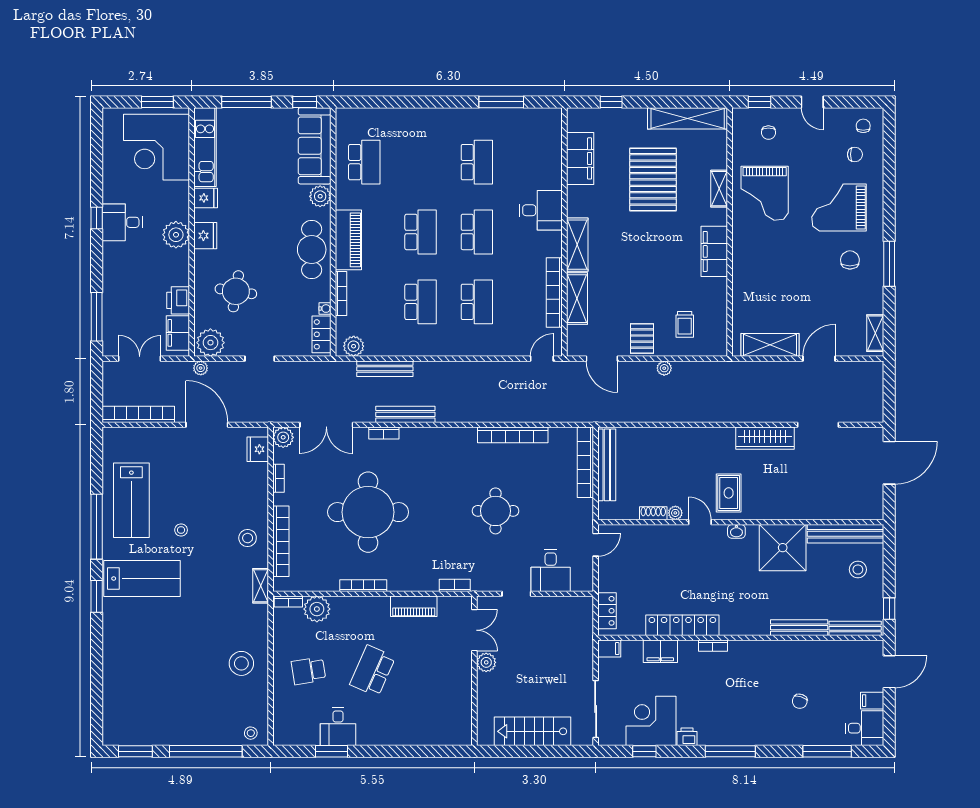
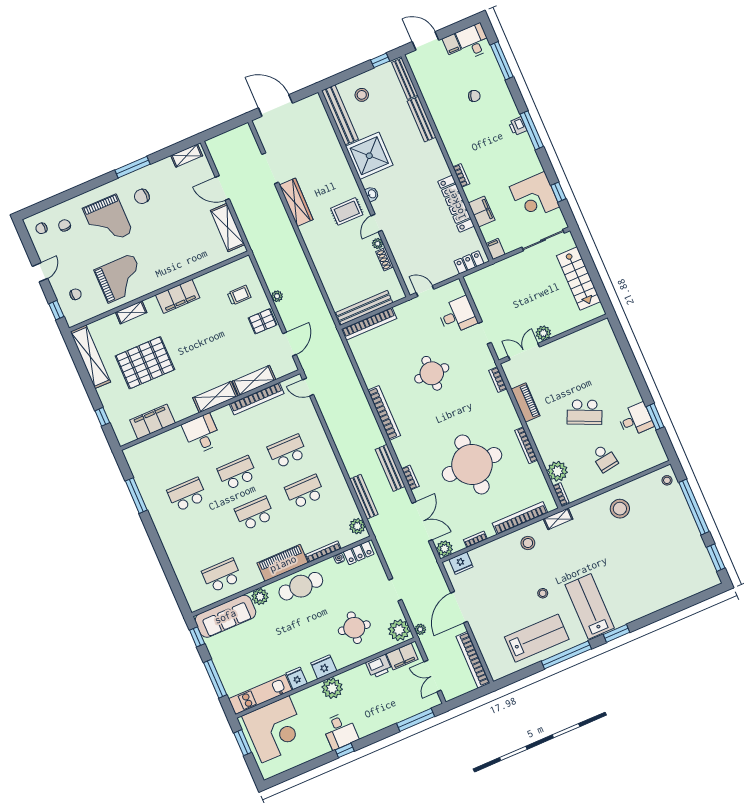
bookcase: (513, 435) -> (384, 413), moved
printer: (687, 737) -> (518, 126), moved

